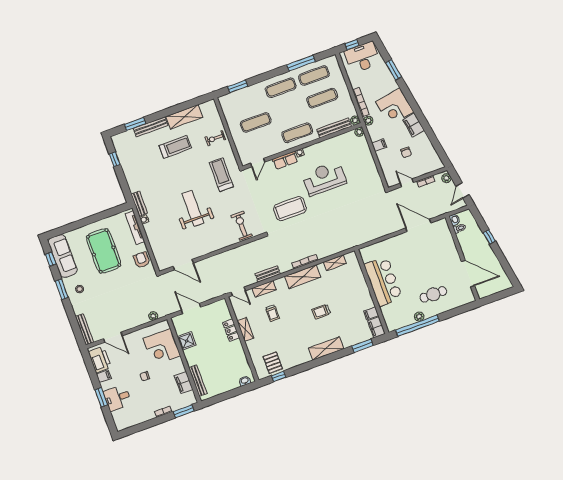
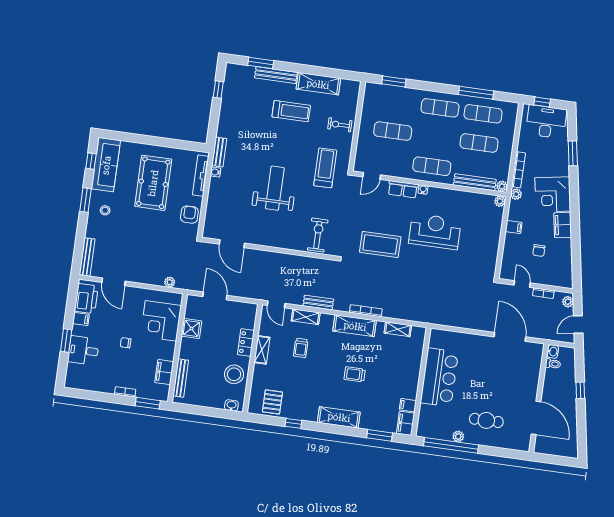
stool: (235, 358) -> (234, 374), added
window: (279, 376) -> (293, 423), moved

